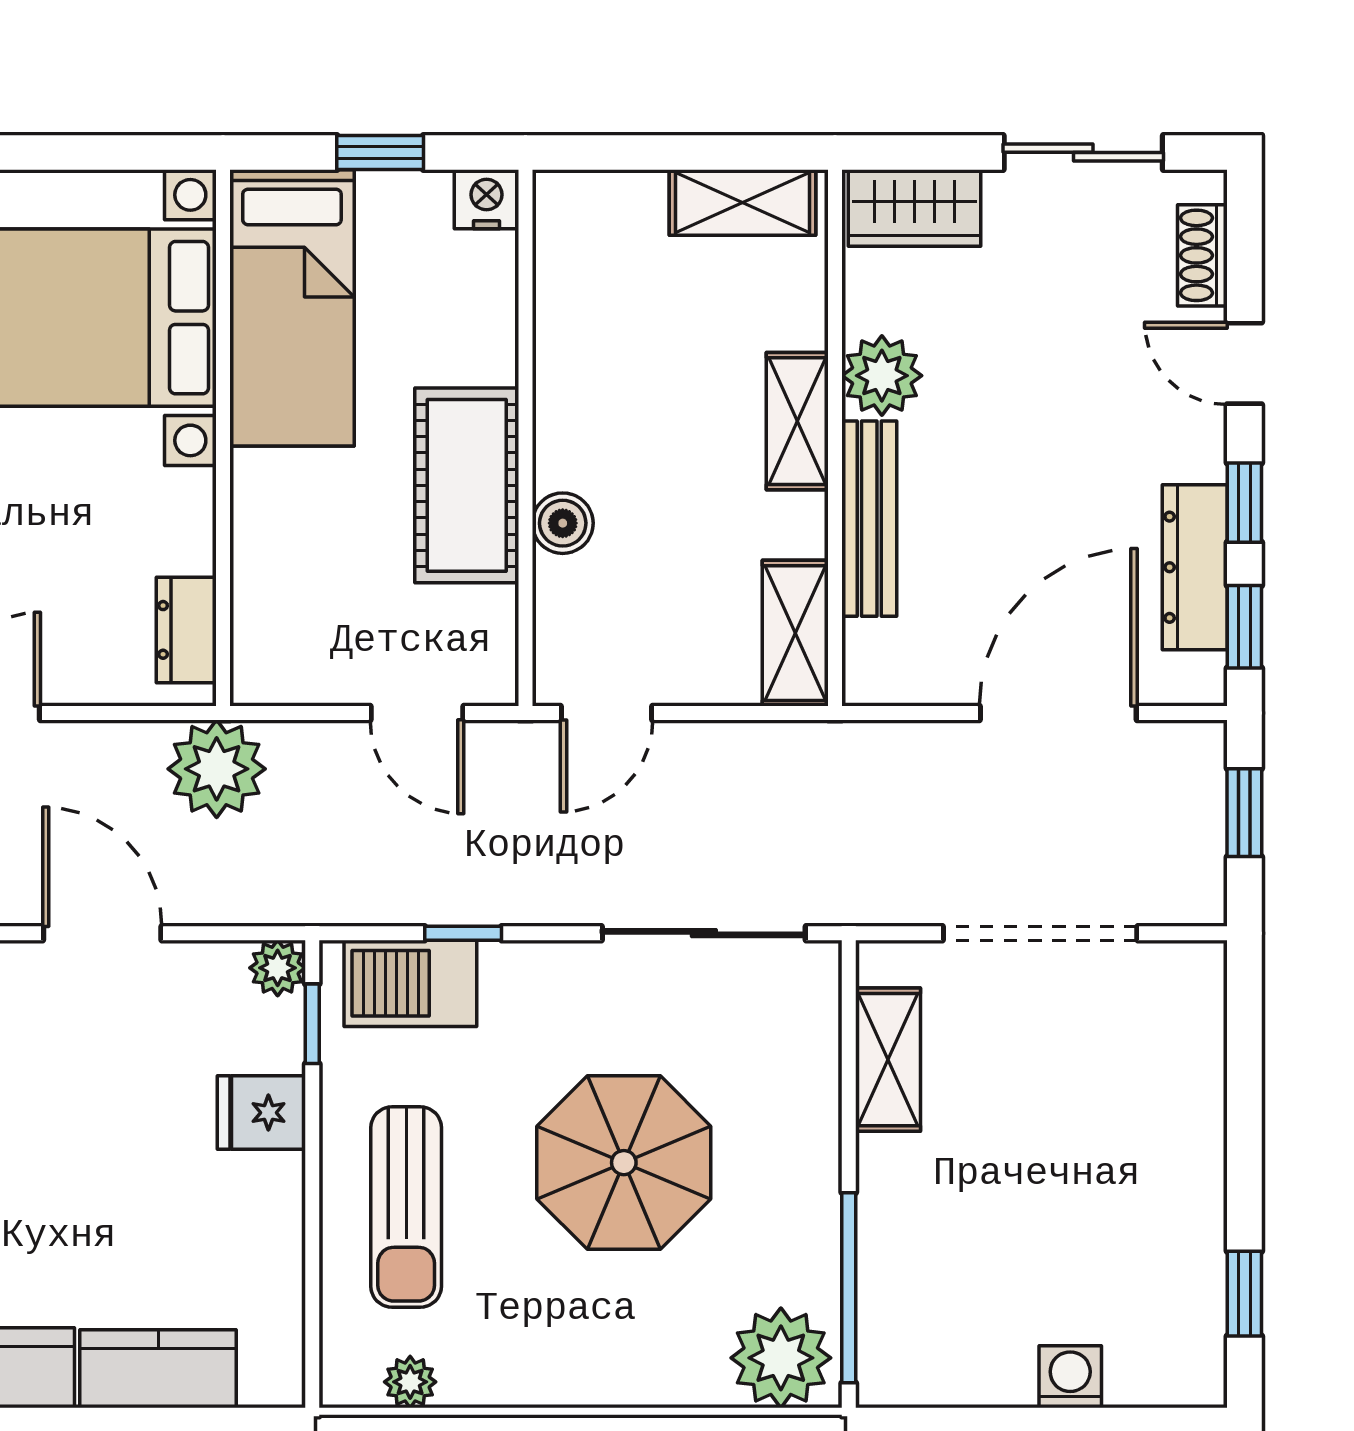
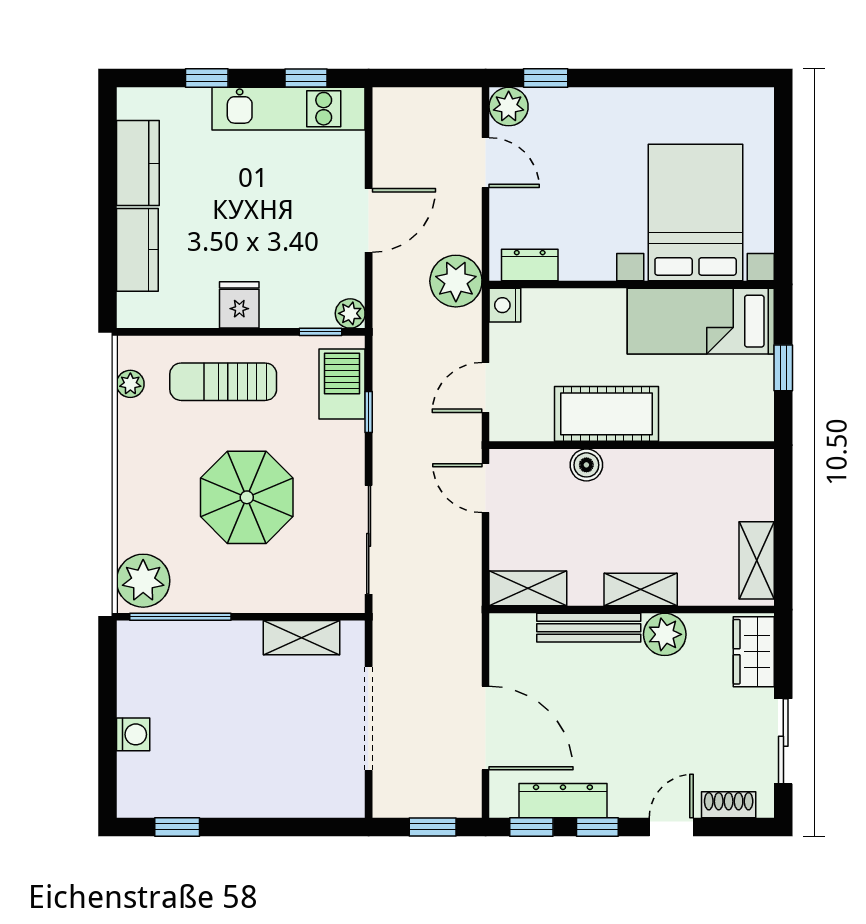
nightstand: (487, 199) -> (505, 305), moved, turned 180
fridge: (261, 1113) -> (239, 305), moved

